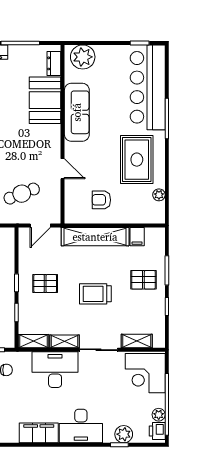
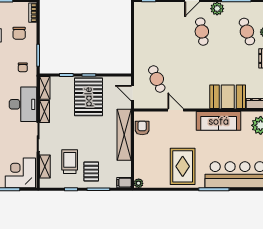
rug: (137, 160) -> (183, 166), turned 90
door: (63, 169) -> (176, 110), swing flipped
plant: (159, 195) -> (139, 183), moved
armchair: (101, 200) -> (142, 128), moved
filing cabinet: (137, 237) -> (124, 183), moved
pallet: (45, 283) -> (88, 97), width x2.05, depth x2.00
trolley: (95, 294) -> (70, 162), moved

